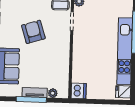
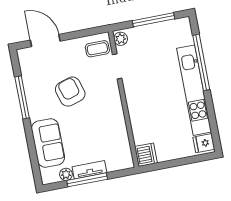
plant: (53, 93) -> (66, 174), moved

